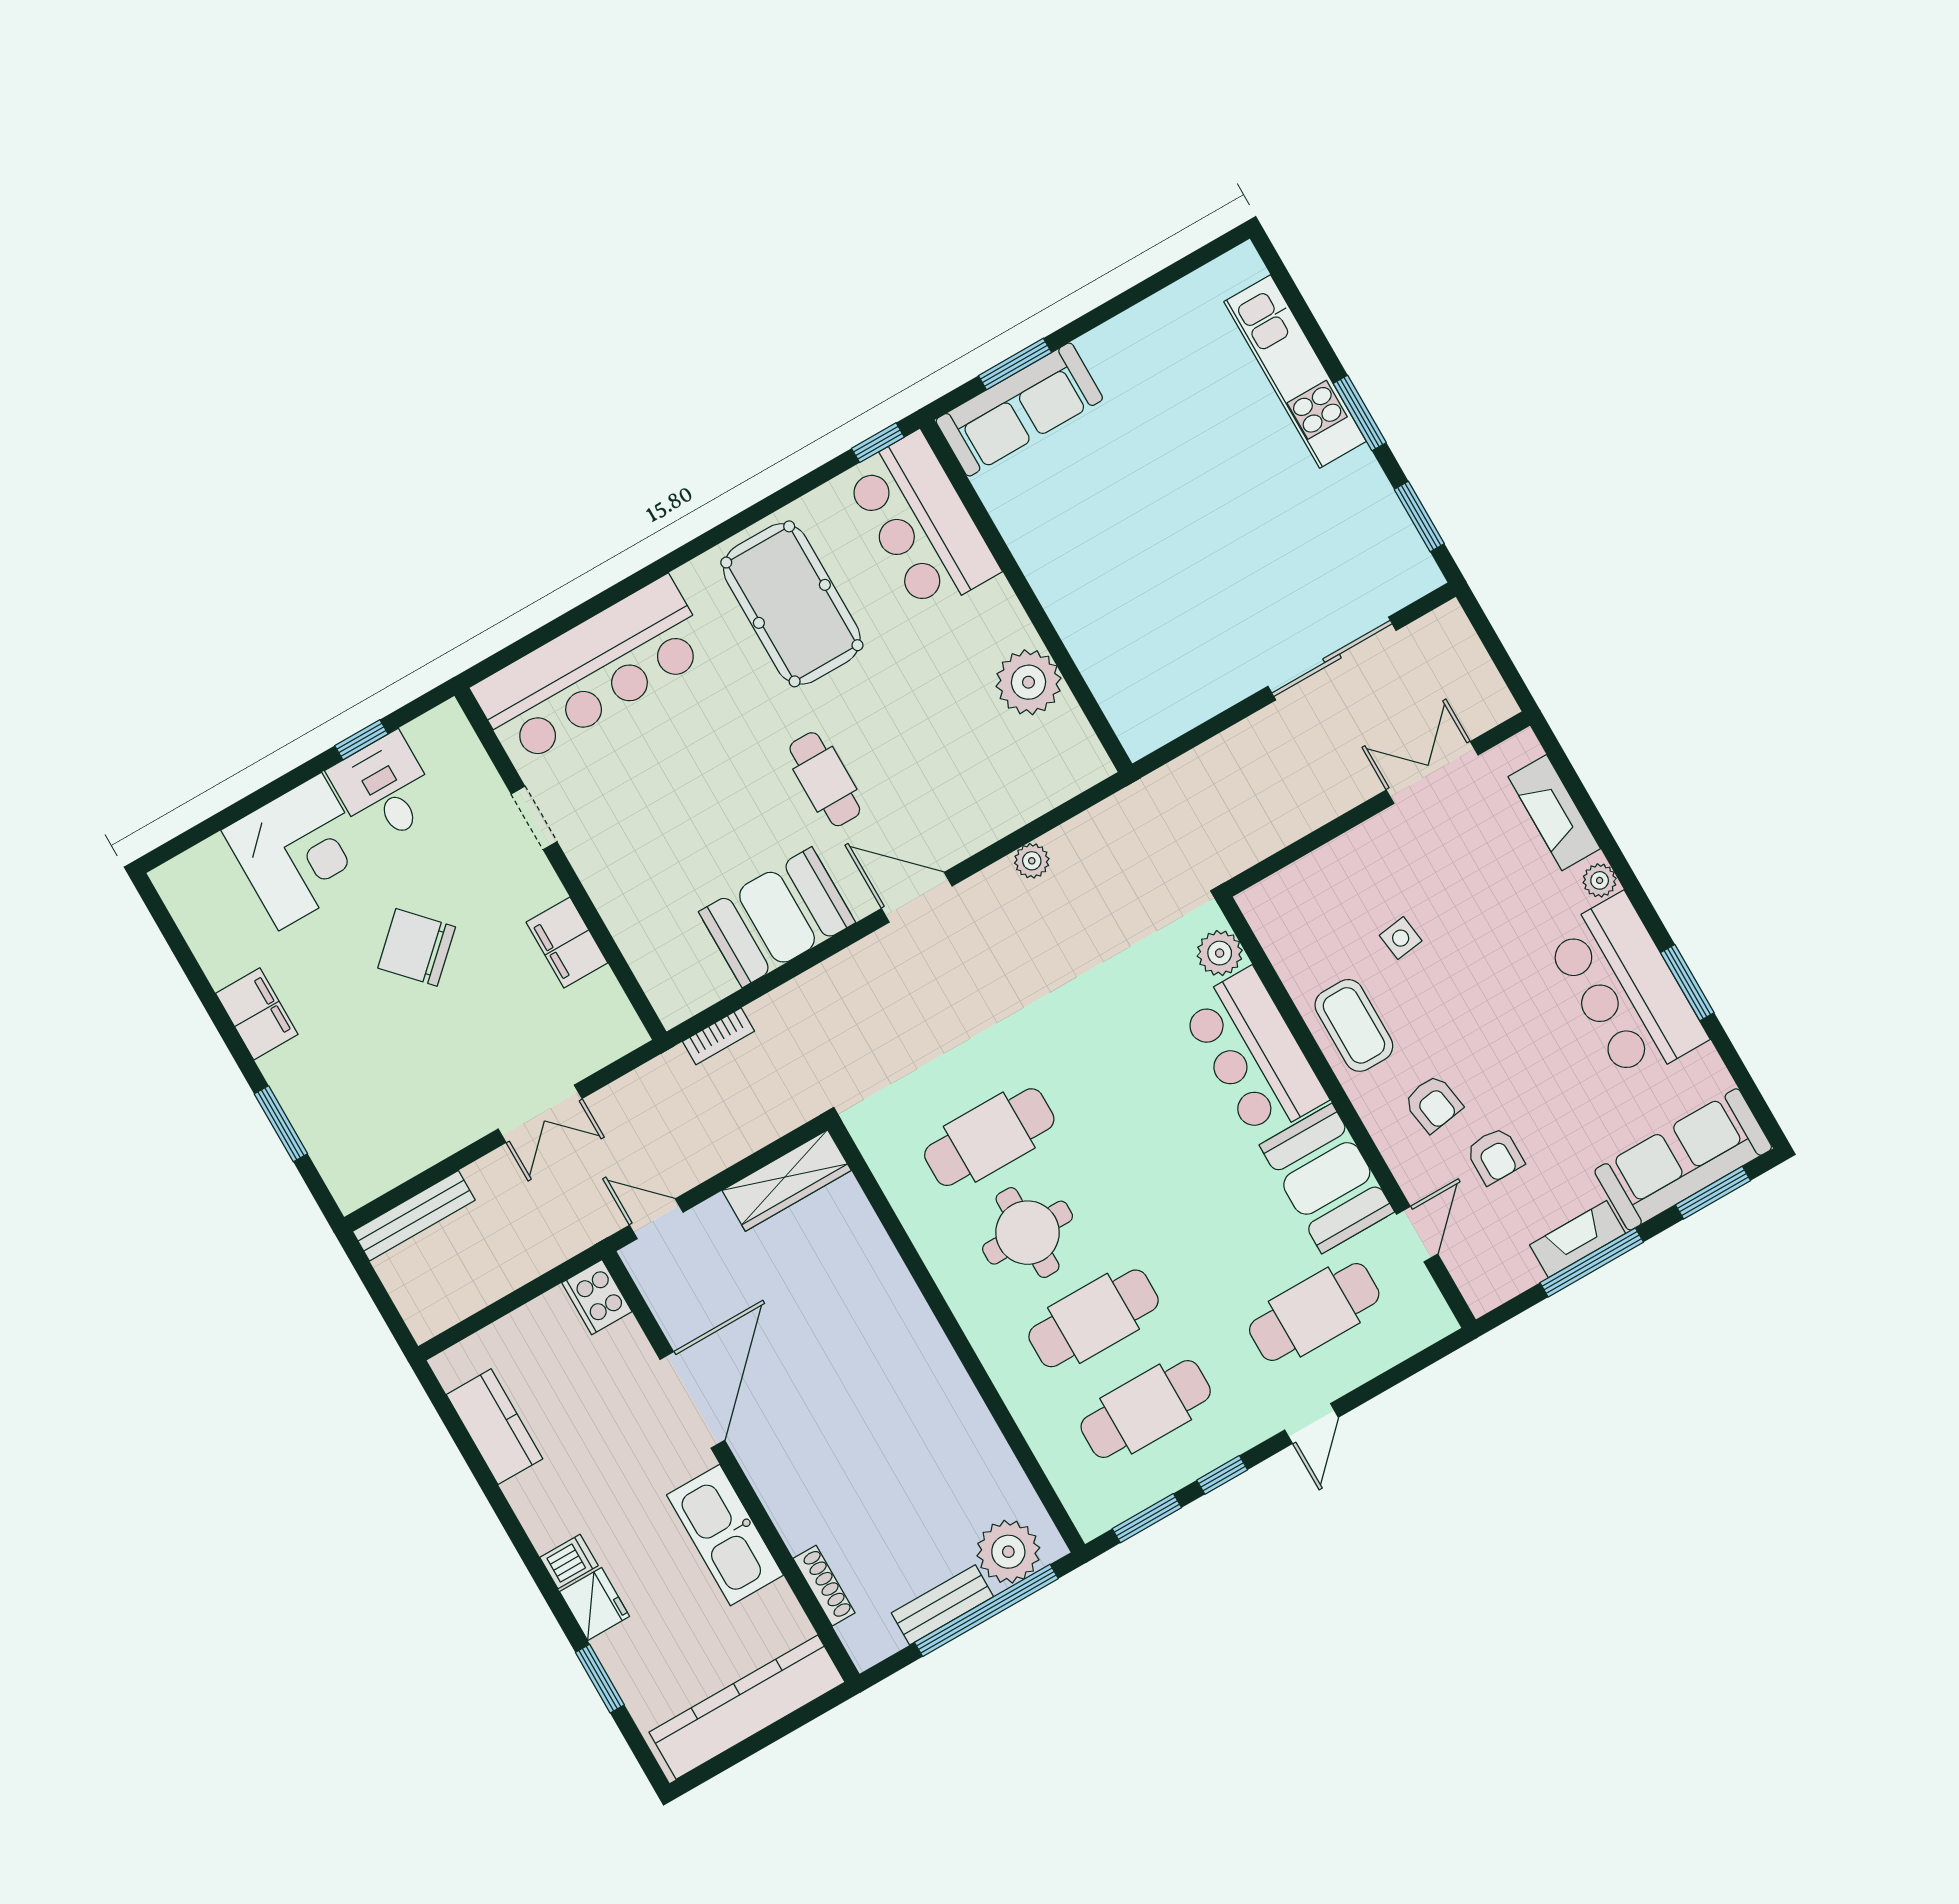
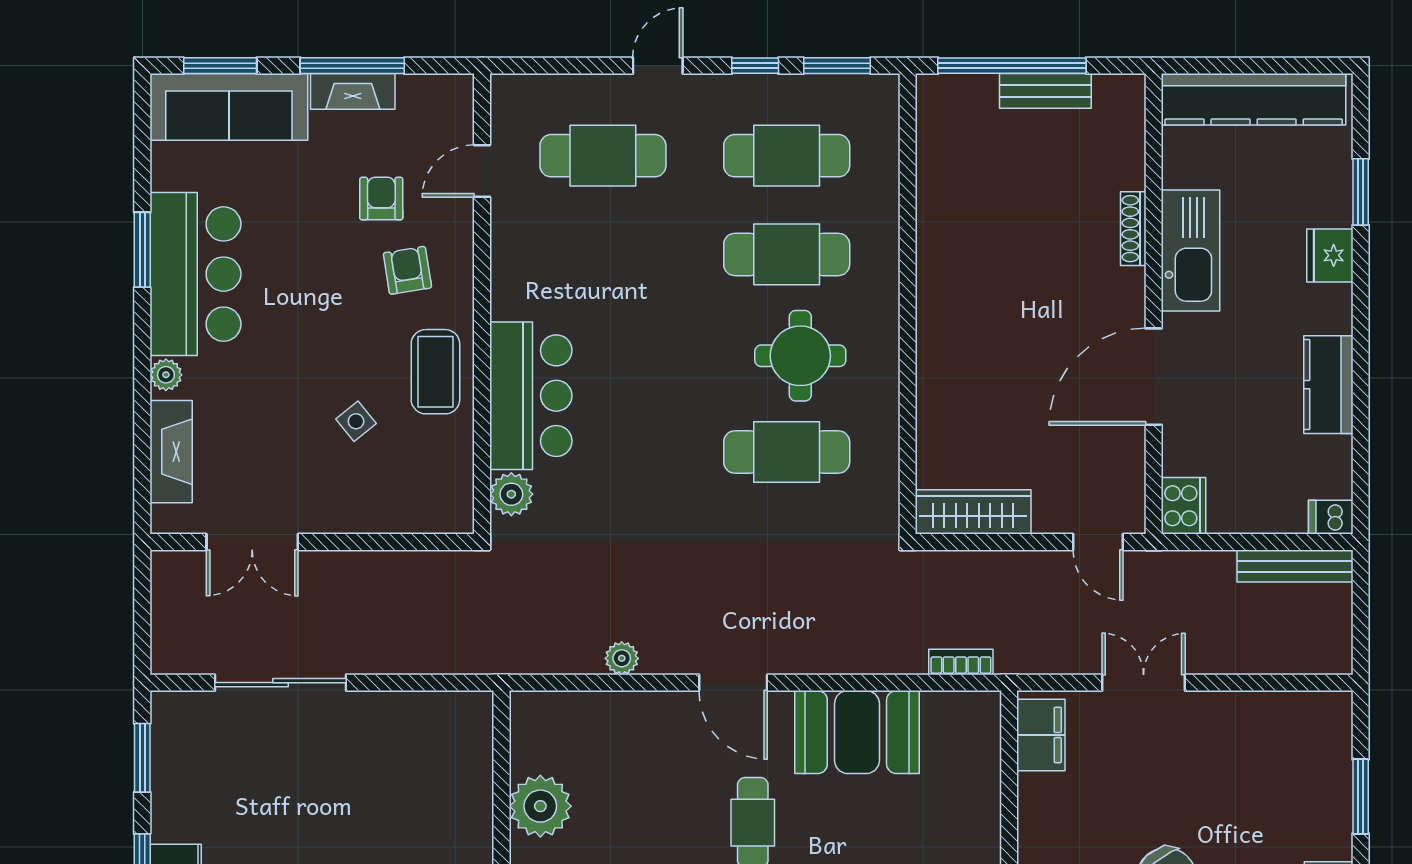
side table: (1401, 938) -> (356, 421), turned -31
filing cabinet: (567, 943) -> (1041, 735), moved
booth: (1327, 1178) -> (530, 259), removed
bench: (414, 1216) -> (1295, 566), moved
kitchen counter: (495, 1427) -> (1328, 385), moved
plant: (1008, 1552) -> (966, 103), removed
dishwasher: (569, 1561) -> (1331, 517), moved
shoe rack: (824, 1586) -> (1133, 229), moved

